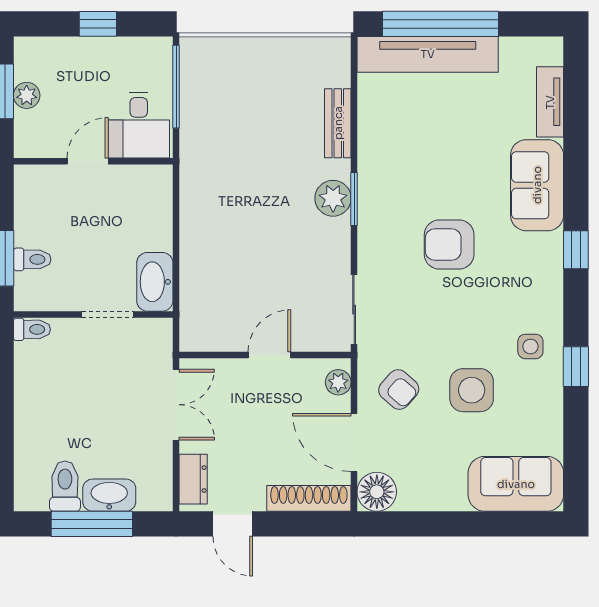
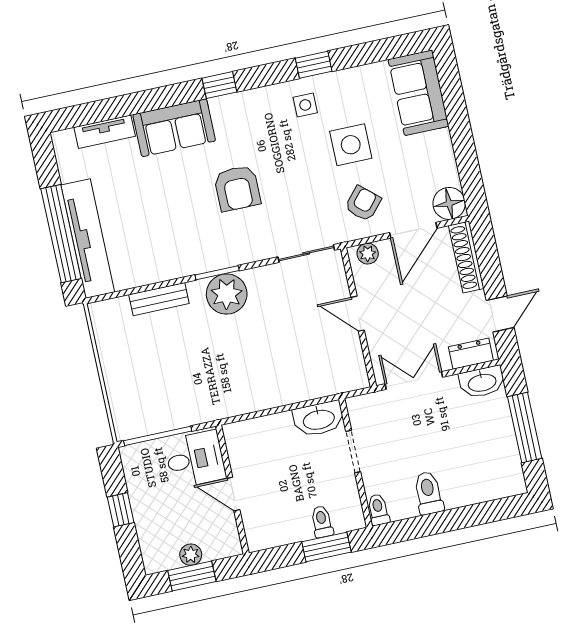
plant: (333, 198) -> (227, 294), width x1.36, depth x1.36
toilet: (65, 486) -> (428, 493), moved, turned 90
washbasin: (109, 495) -> (482, 382), moved, turned -90

